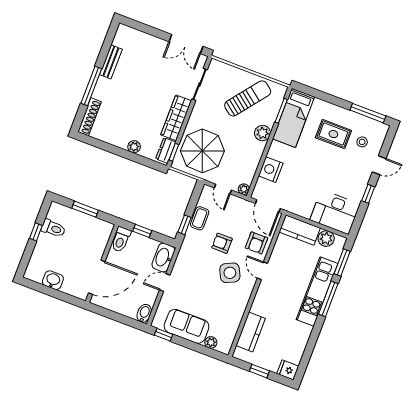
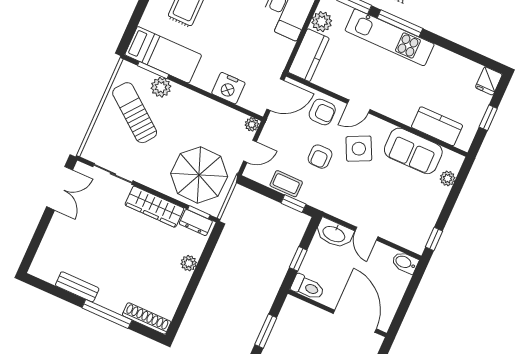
plant: (263, 133) -> (161, 87), moved
sofa: (187, 326) -> (413, 151), moved, turned -90

